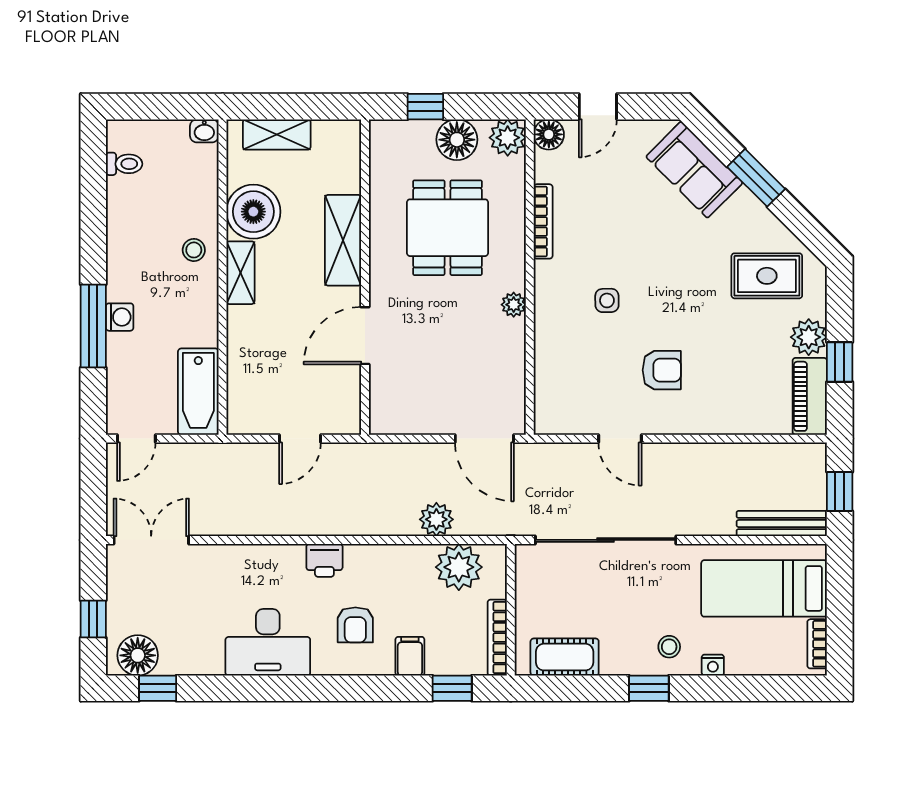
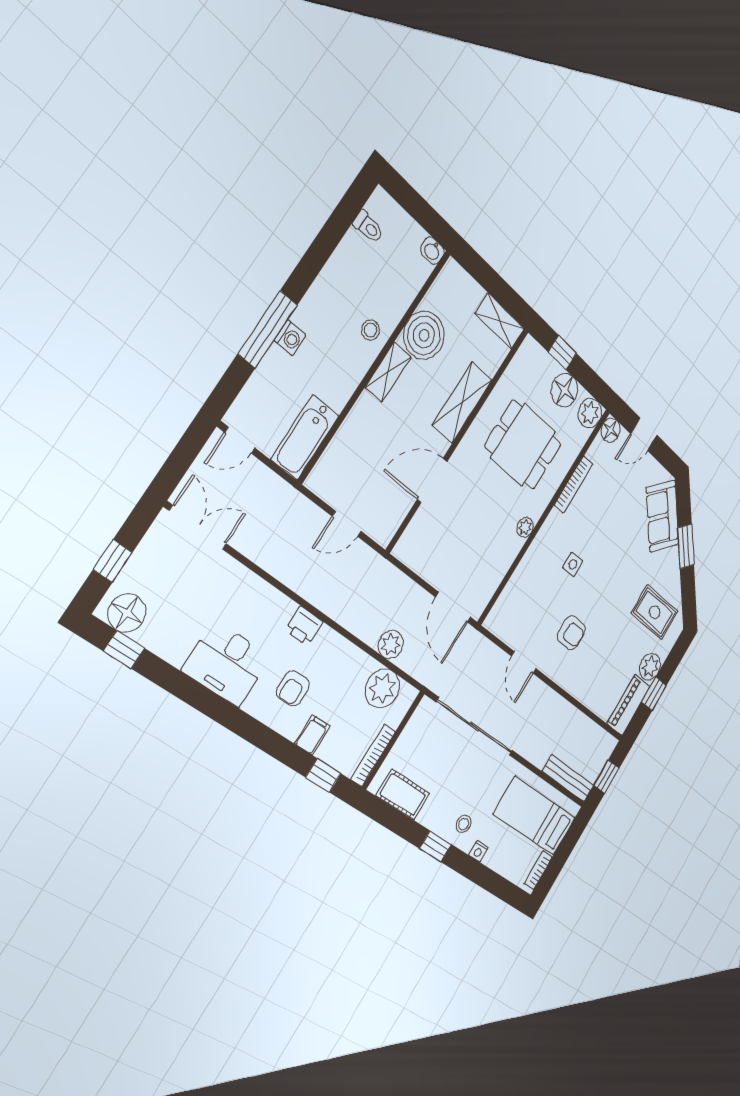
shelving: (277, 134) -> (500, 321), moved
dining table: (447, 228) -> (523, 445), turned 90

